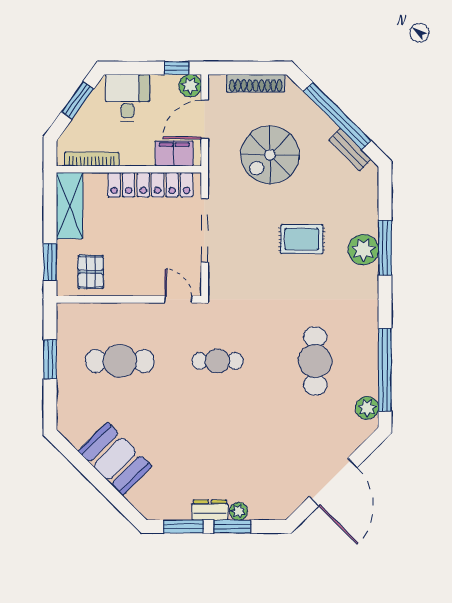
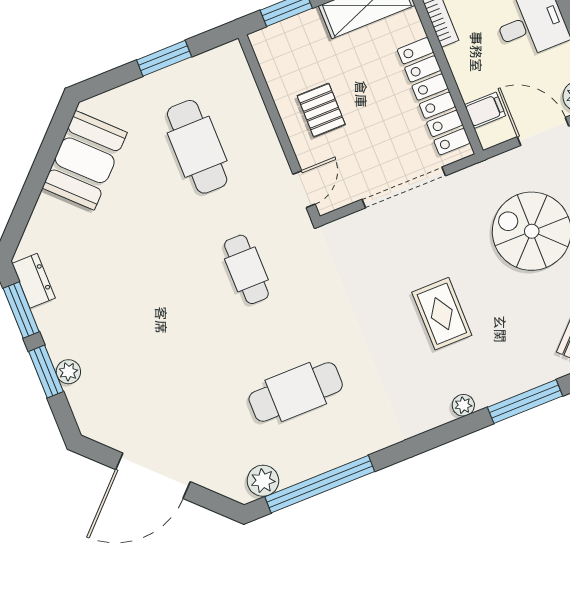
filing cabinet: (174, 153) -> (485, 110), width x0.50
window: (385, 248) -> (525, 402), moved
plant: (363, 250) -> (463, 405), width x0.53, depth x0.53
pallet: (91, 272) -> (321, 110), moved, turned 90
booth: (115, 459) -> (85, 160), moved
dresser: (210, 510) -> (34, 281), moved

